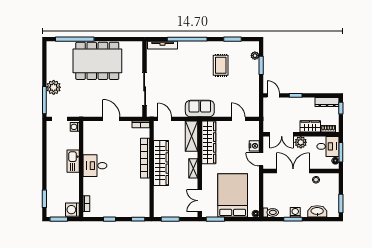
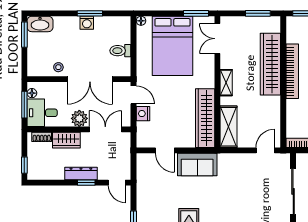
dresser: (327, 102) -> (81, 173), moved
sofa: (200, 109) -> (197, 165), moved
door: (165, 119) -> (265, 150), swing flipped
bookcase: (145, 158) -> (292, 71), moved
wardrobe: (161, 163) -> (270, 64), moved
double door: (200, 201) -> (217, 39), swing flipped
washbasin: (317, 211) -> (40, 24), moved
toilet: (271, 212) -> (120, 51), moved

